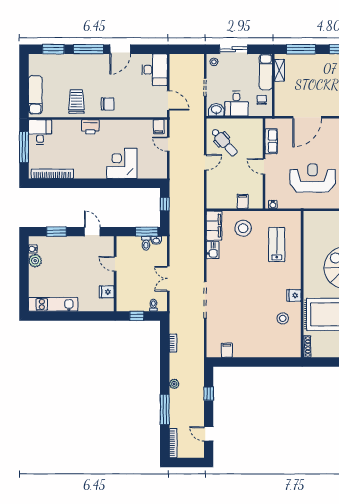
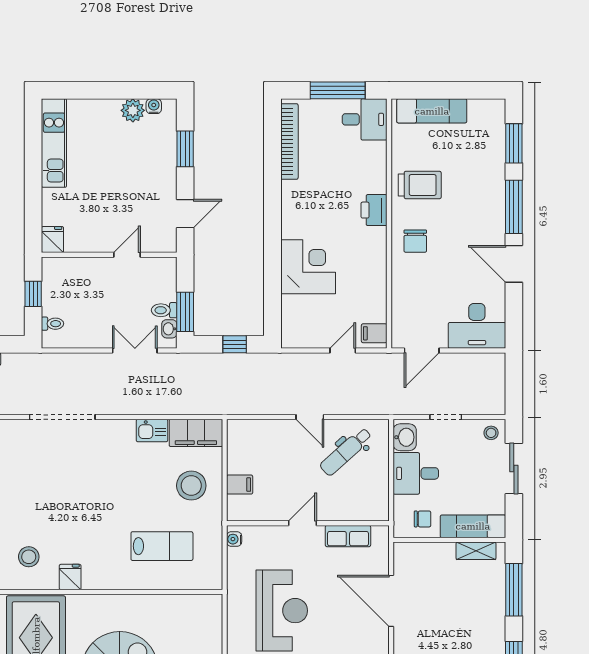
double door: (168, 279) -> (135, 350), moved
fridge: (107, 292) -> (52, 240), moved

